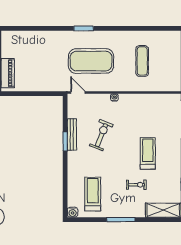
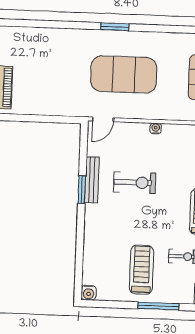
door: (78, 93) -> (103, 119), swing flipped
exercise bike: (101, 135) -> (135, 183), turned 68
treadmill: (93, 194) -> (141, 270), moved

